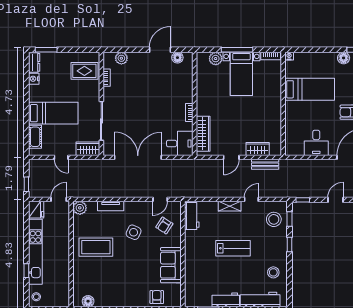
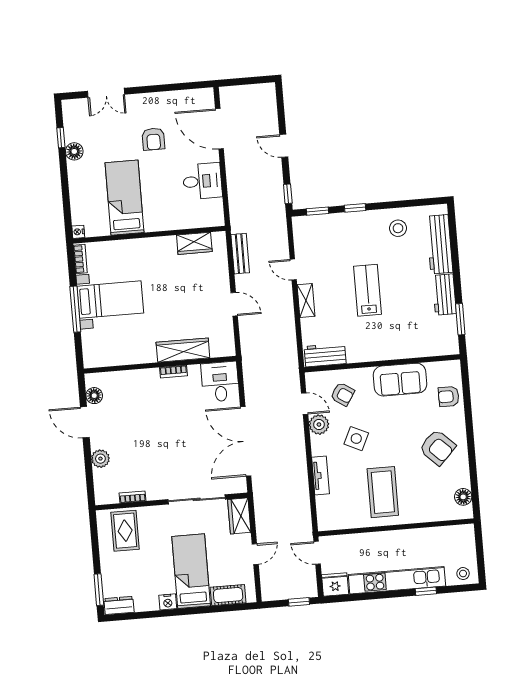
plant: (121, 58) -> (100, 459), moved
plant: (216, 59) -> (91, 339), removed
nightstand: (34, 79) -> (168, 602), moved
wardrobe: (203, 134) -> (183, 350), moved
wardrobe: (258, 149) -> (194, 243), moved, turned -90
plant: (80, 208) -> (319, 425), moved
stool: (274, 219) -> (320, 234), removed
armchair: (123, 287) -> (437, 447), added

